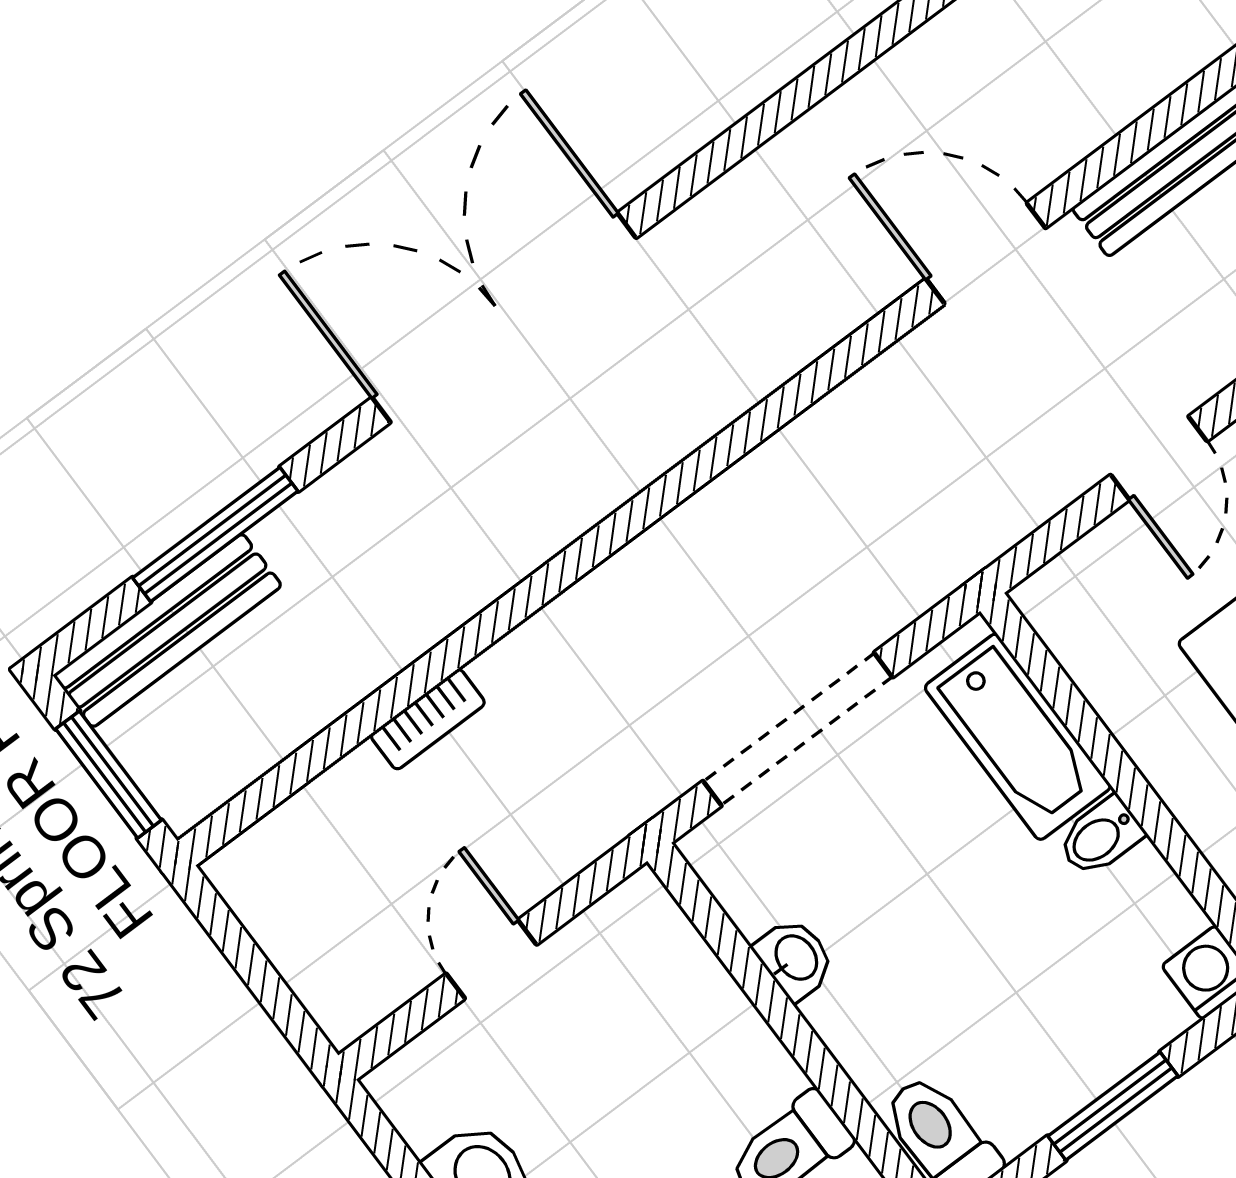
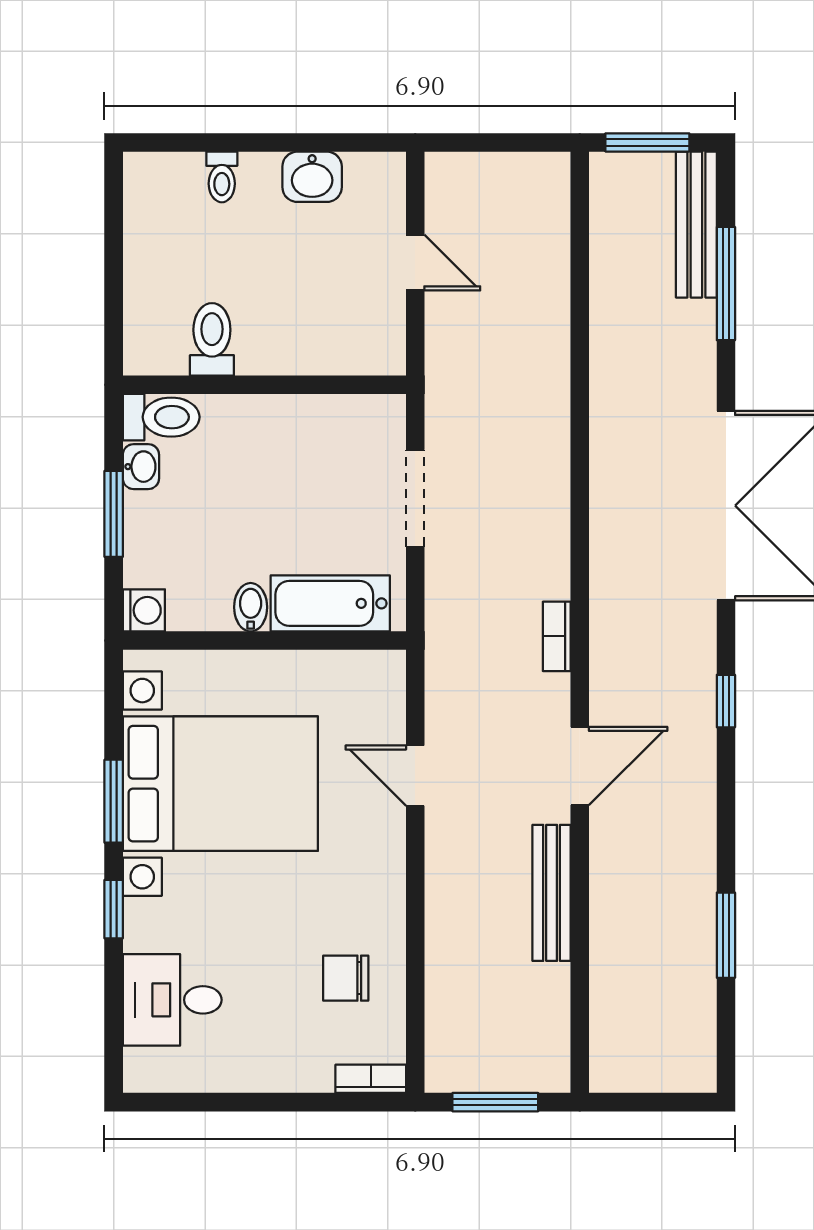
window: (758, 127) -> (726, 701), added
bookcase: (428, 719) -> (557, 636), moved
doorway: (798, 729) -> (415, 498), width x0.73
washbasin: (795, 959) -> (141, 467), moved, turned -90

